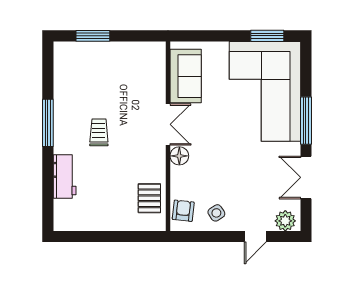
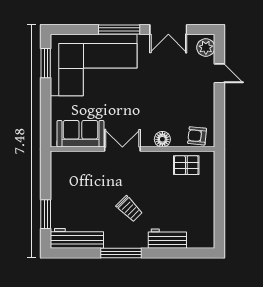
workbench: (65, 72) -> (77, 238), added
trolley: (99, 132) -> (129, 209), turned -135
floor lamp: (179, 156) -> (162, 139), moved
side table: (216, 213) -> (199, 107), removed

